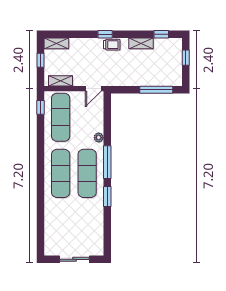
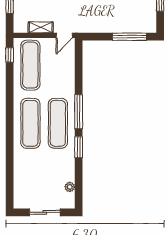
shelving: (61, 81) -> (41, 27), moved
plant: (99, 138) -> (70, 187), moved

